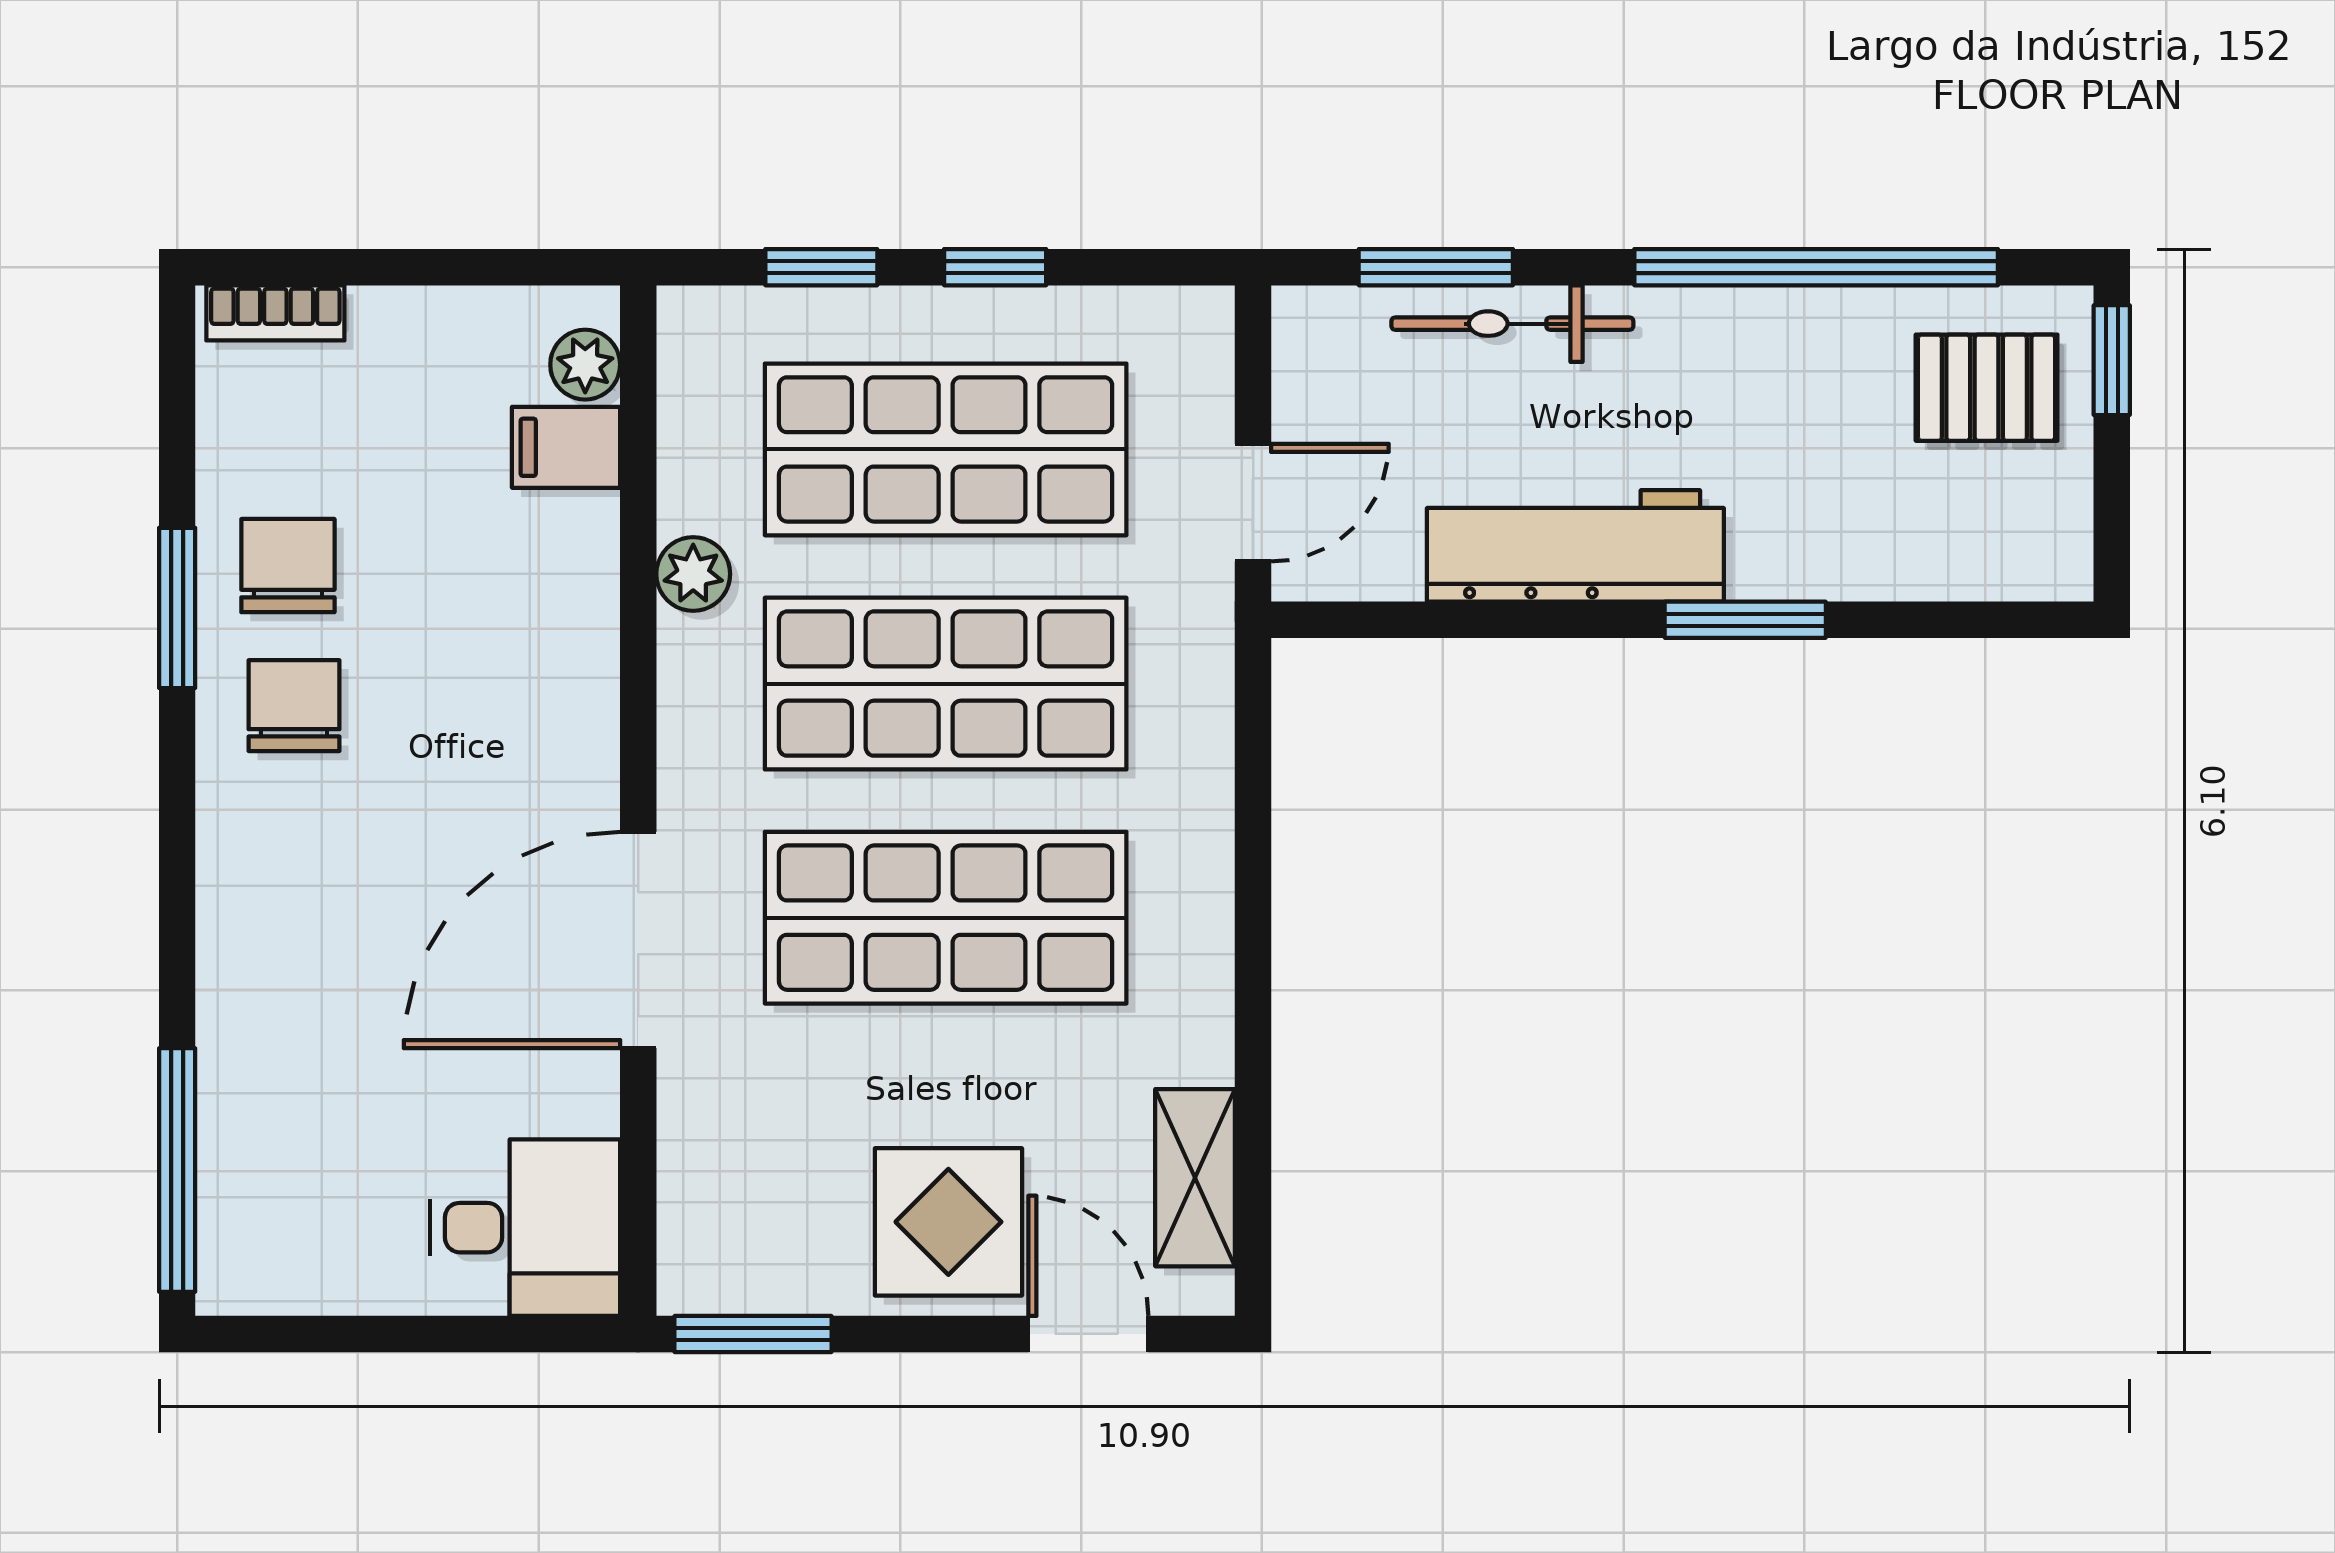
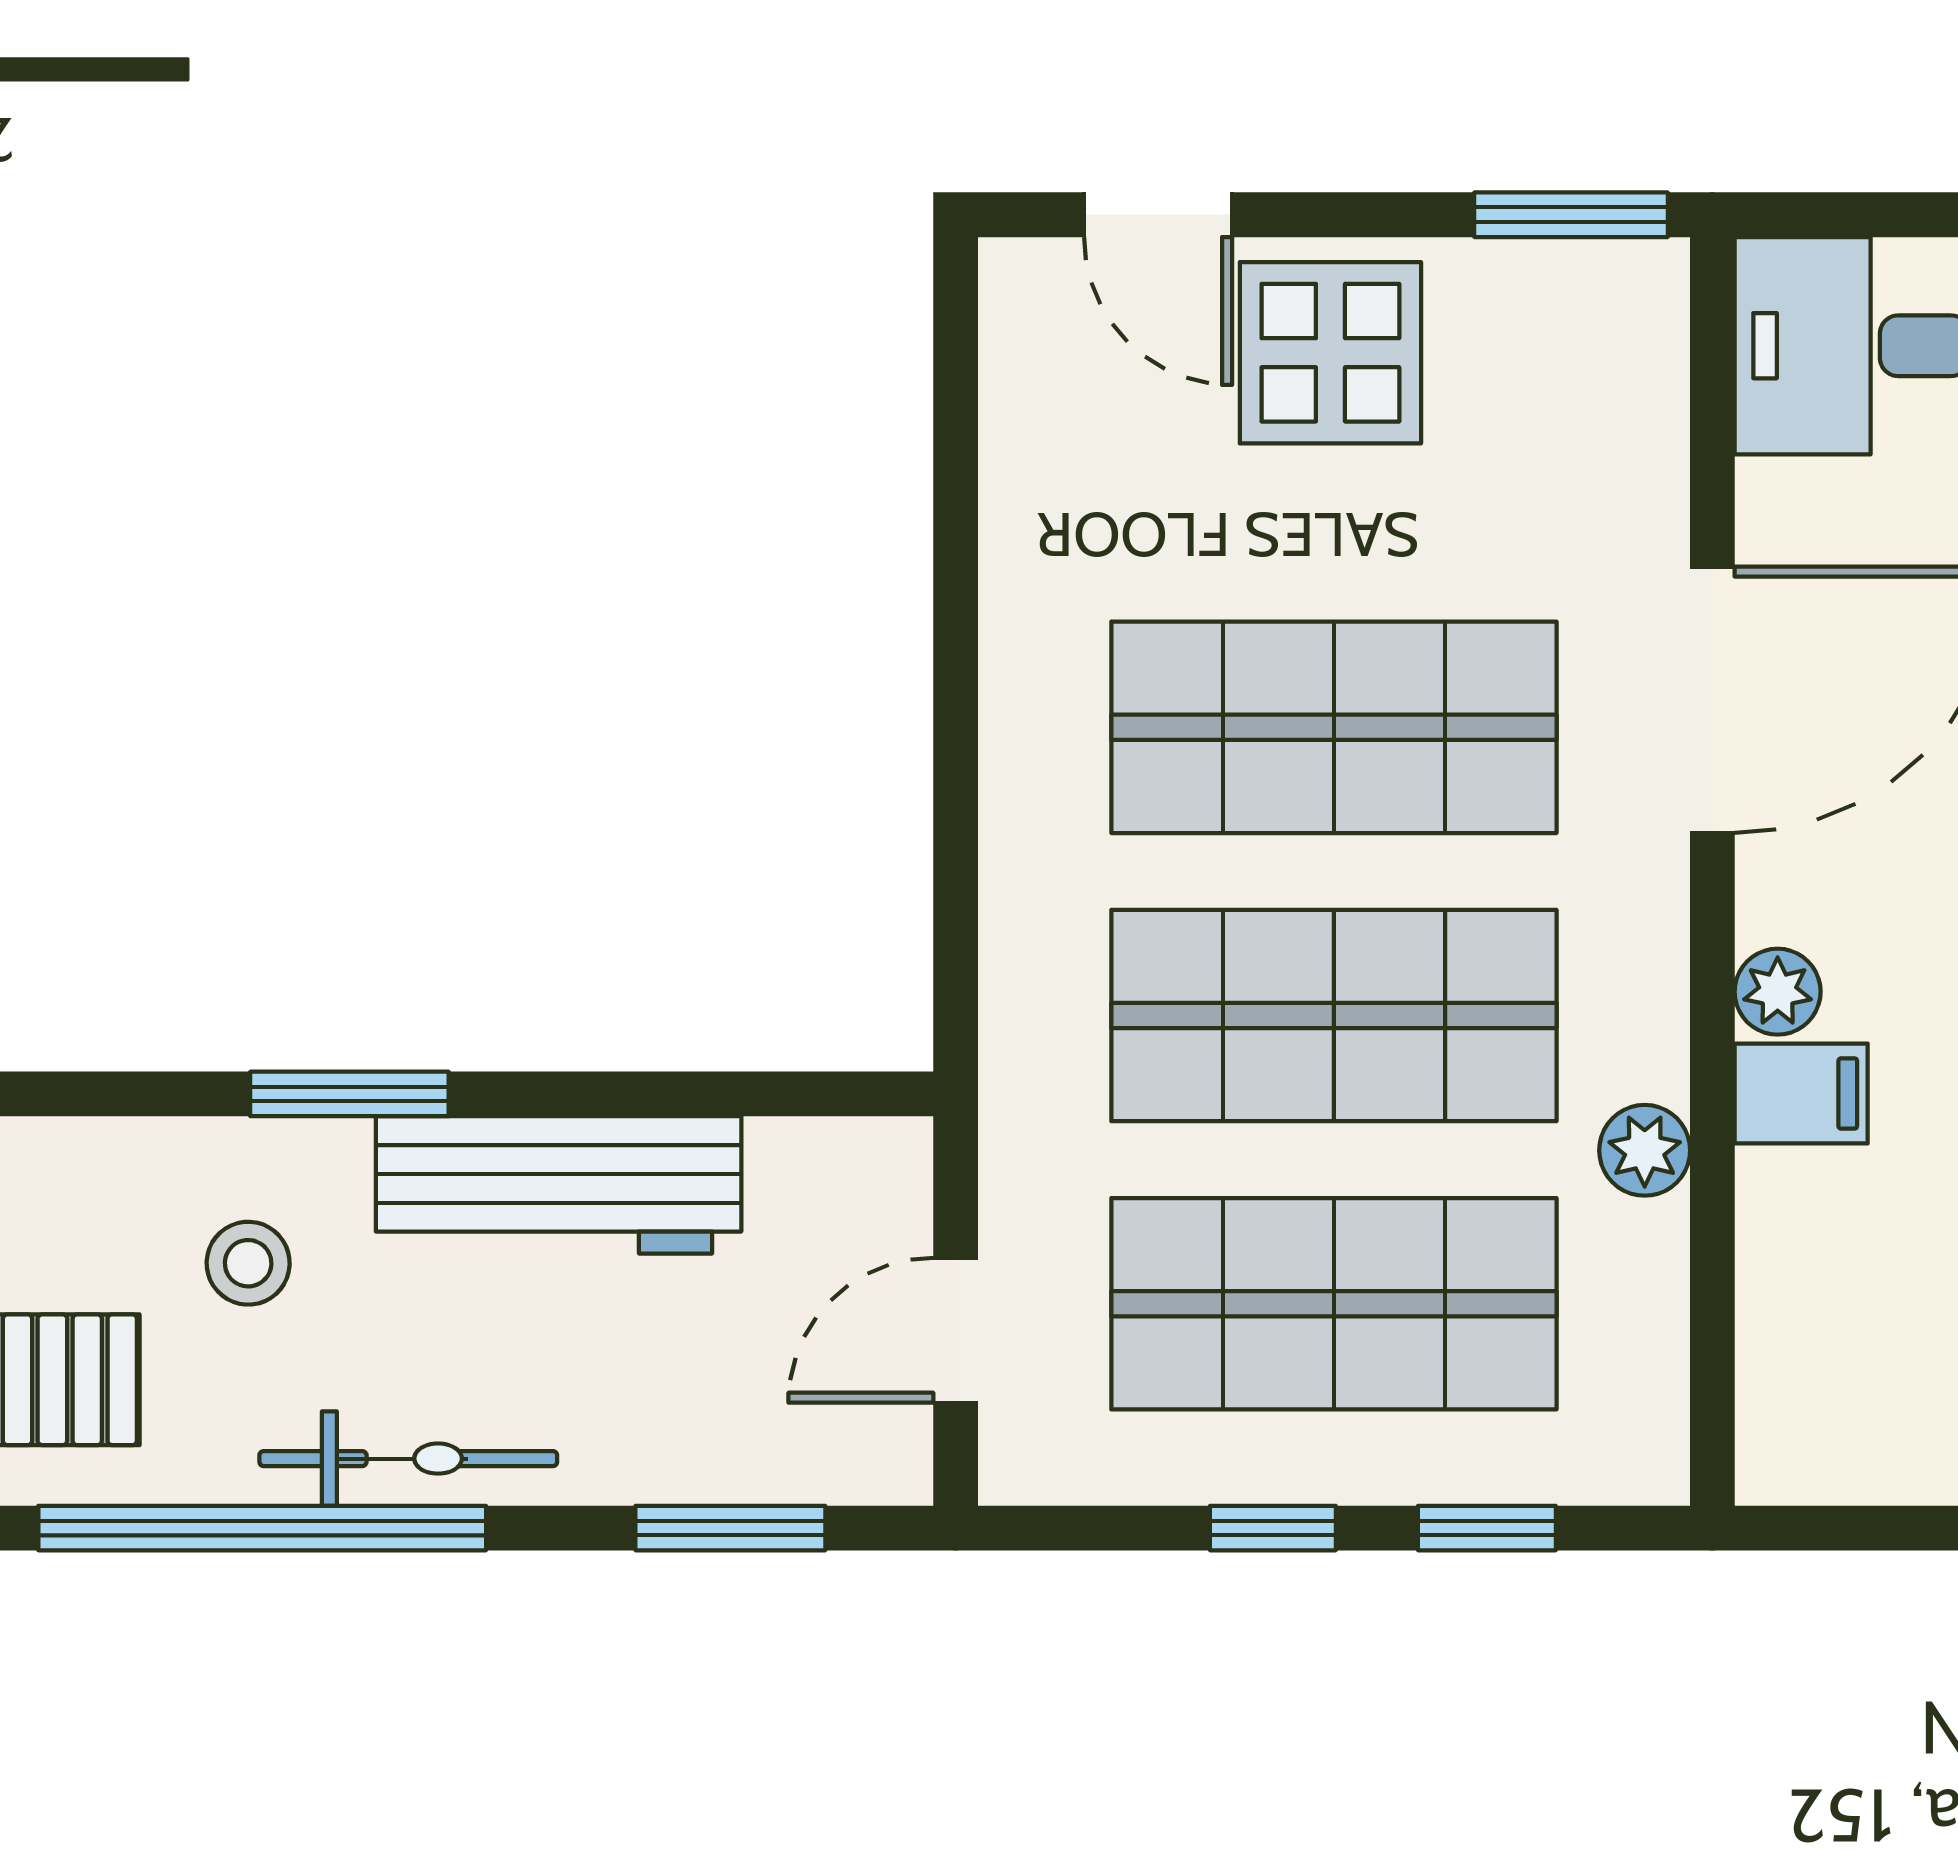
bicycle: (1512, 324) -> (408, 1459), moved
plant: (585, 365) -> (1778, 992), moved
filing cabinet: (566, 447) -> (1801, 1093), moved
stool: (1828, 482) -> (248, 1263), added
door: (1253, 503) -> (956, 1330), moved
shelving: (1195, 1178) -> (1027, 407), removed

